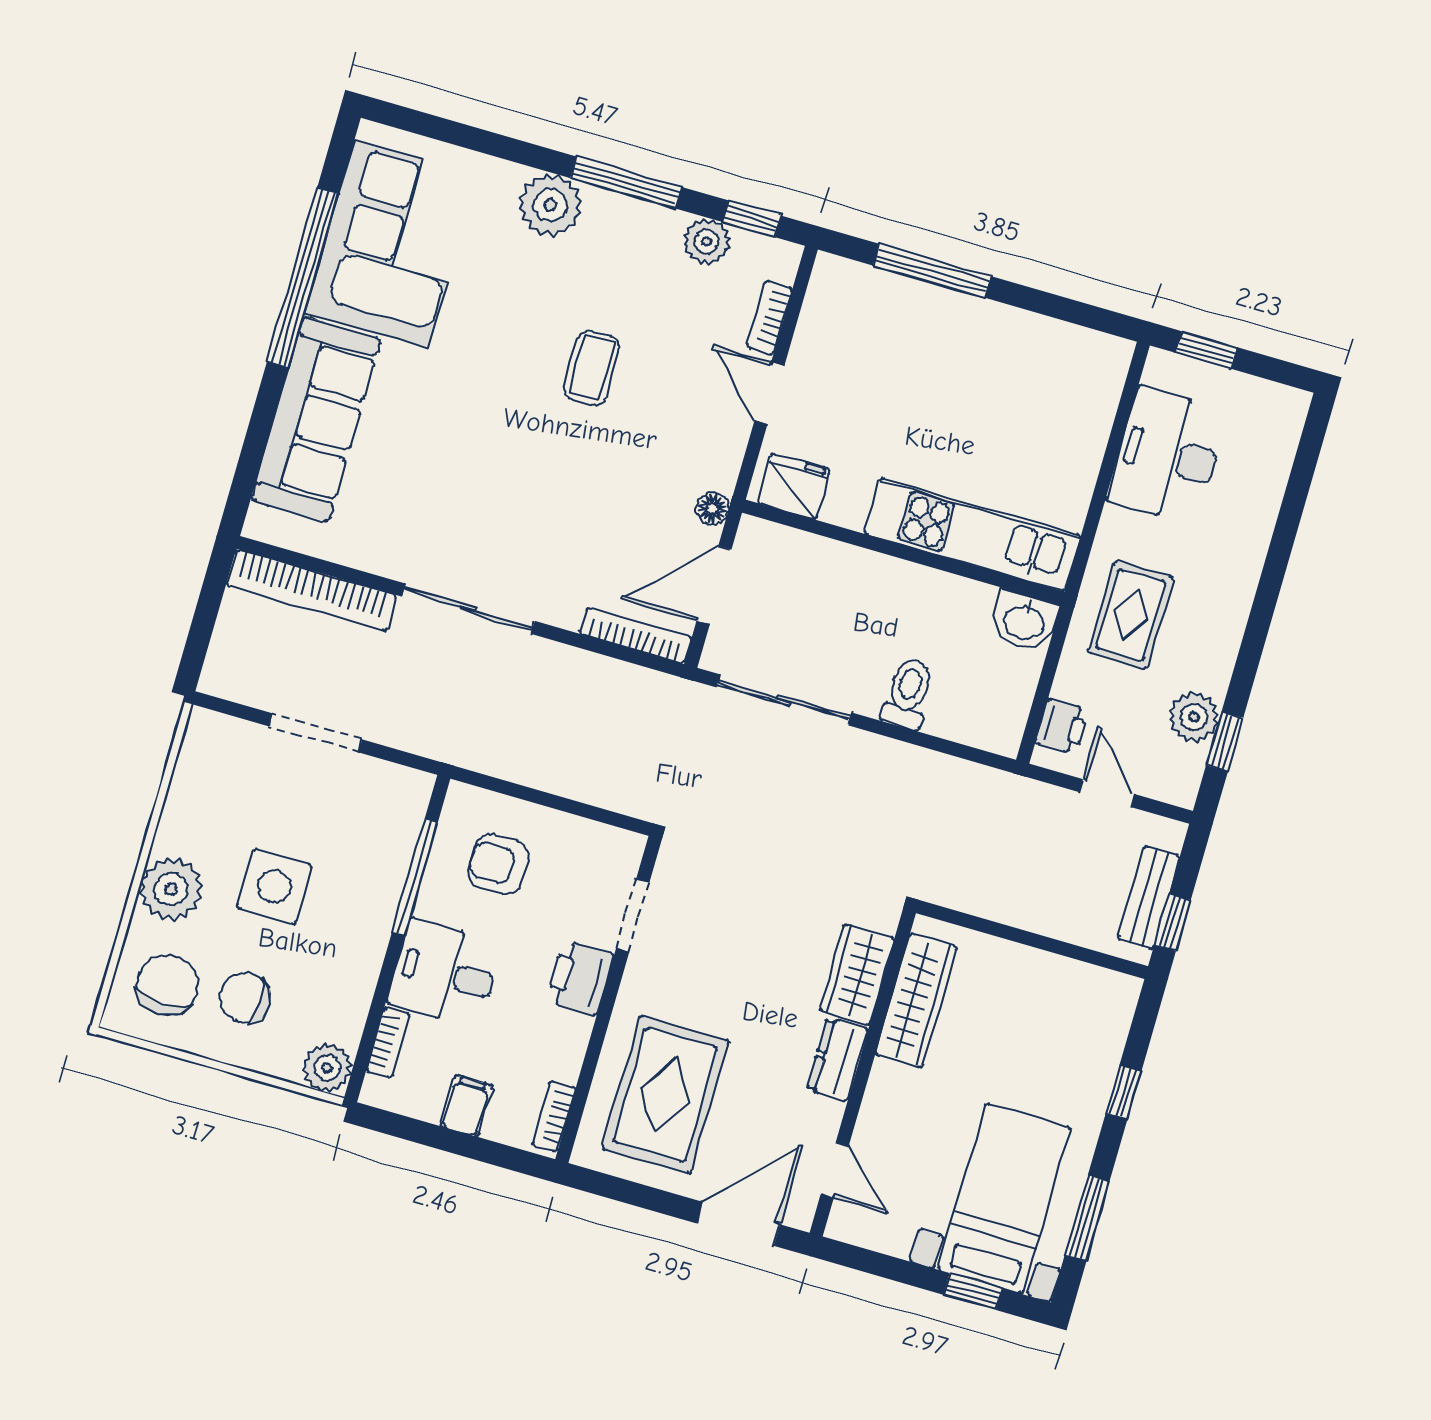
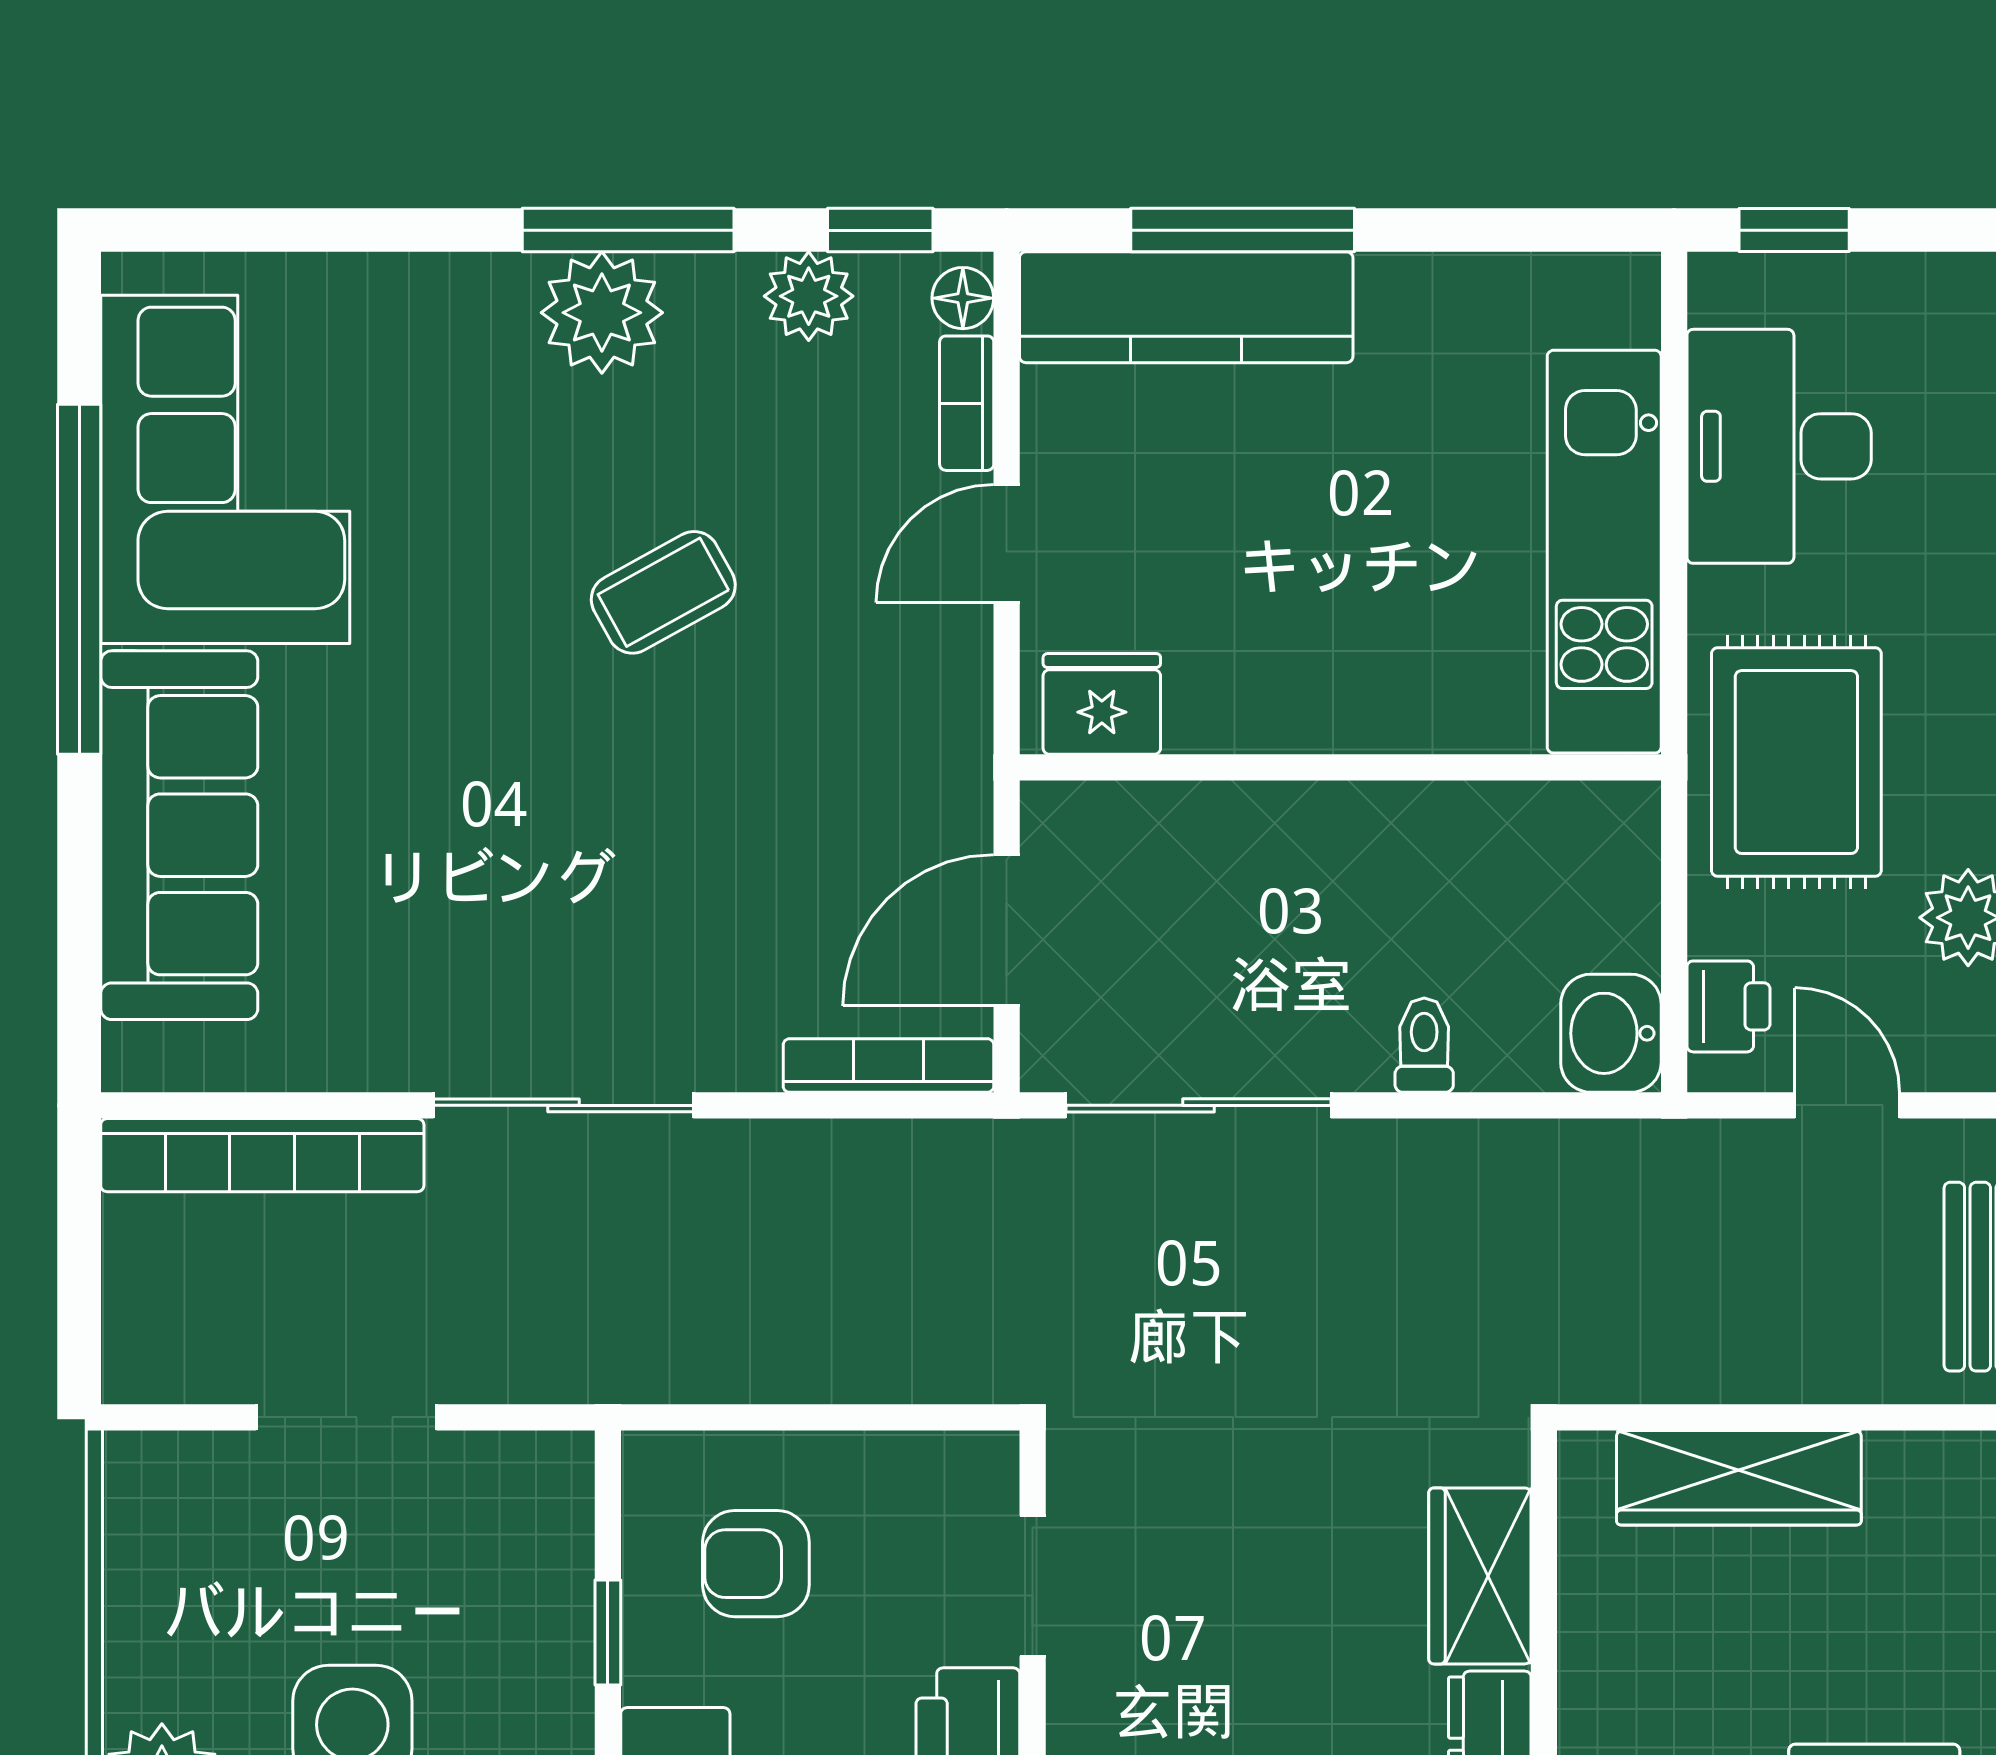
plant: (550, 205) -> (602, 313), moved
kitchen counter: (893, 301) -> (1186, 307), added
coffee table: (592, 368) -> (663, 592), turned 61
door: (769, 393) -> (1007, 544), hinge flipped
floor lamp: (713, 508) -> (963, 298), moved
kitchen unit: (973, 535) -> (1604, 552), moved, turned -90
rug: (1131, 615) -> (1796, 762), width x1.36, depth x1.43
washbasin: (1024, 621) -> (1611, 1033), moved, turned 90
toilet: (908, 693) -> (1424, 1045), width x0.73, depth x0.72
window: (415, 877) -> (608, 1633), width x0.46
wardrobe: (916, 1001) -> (1739, 1478), moved, turned 90

